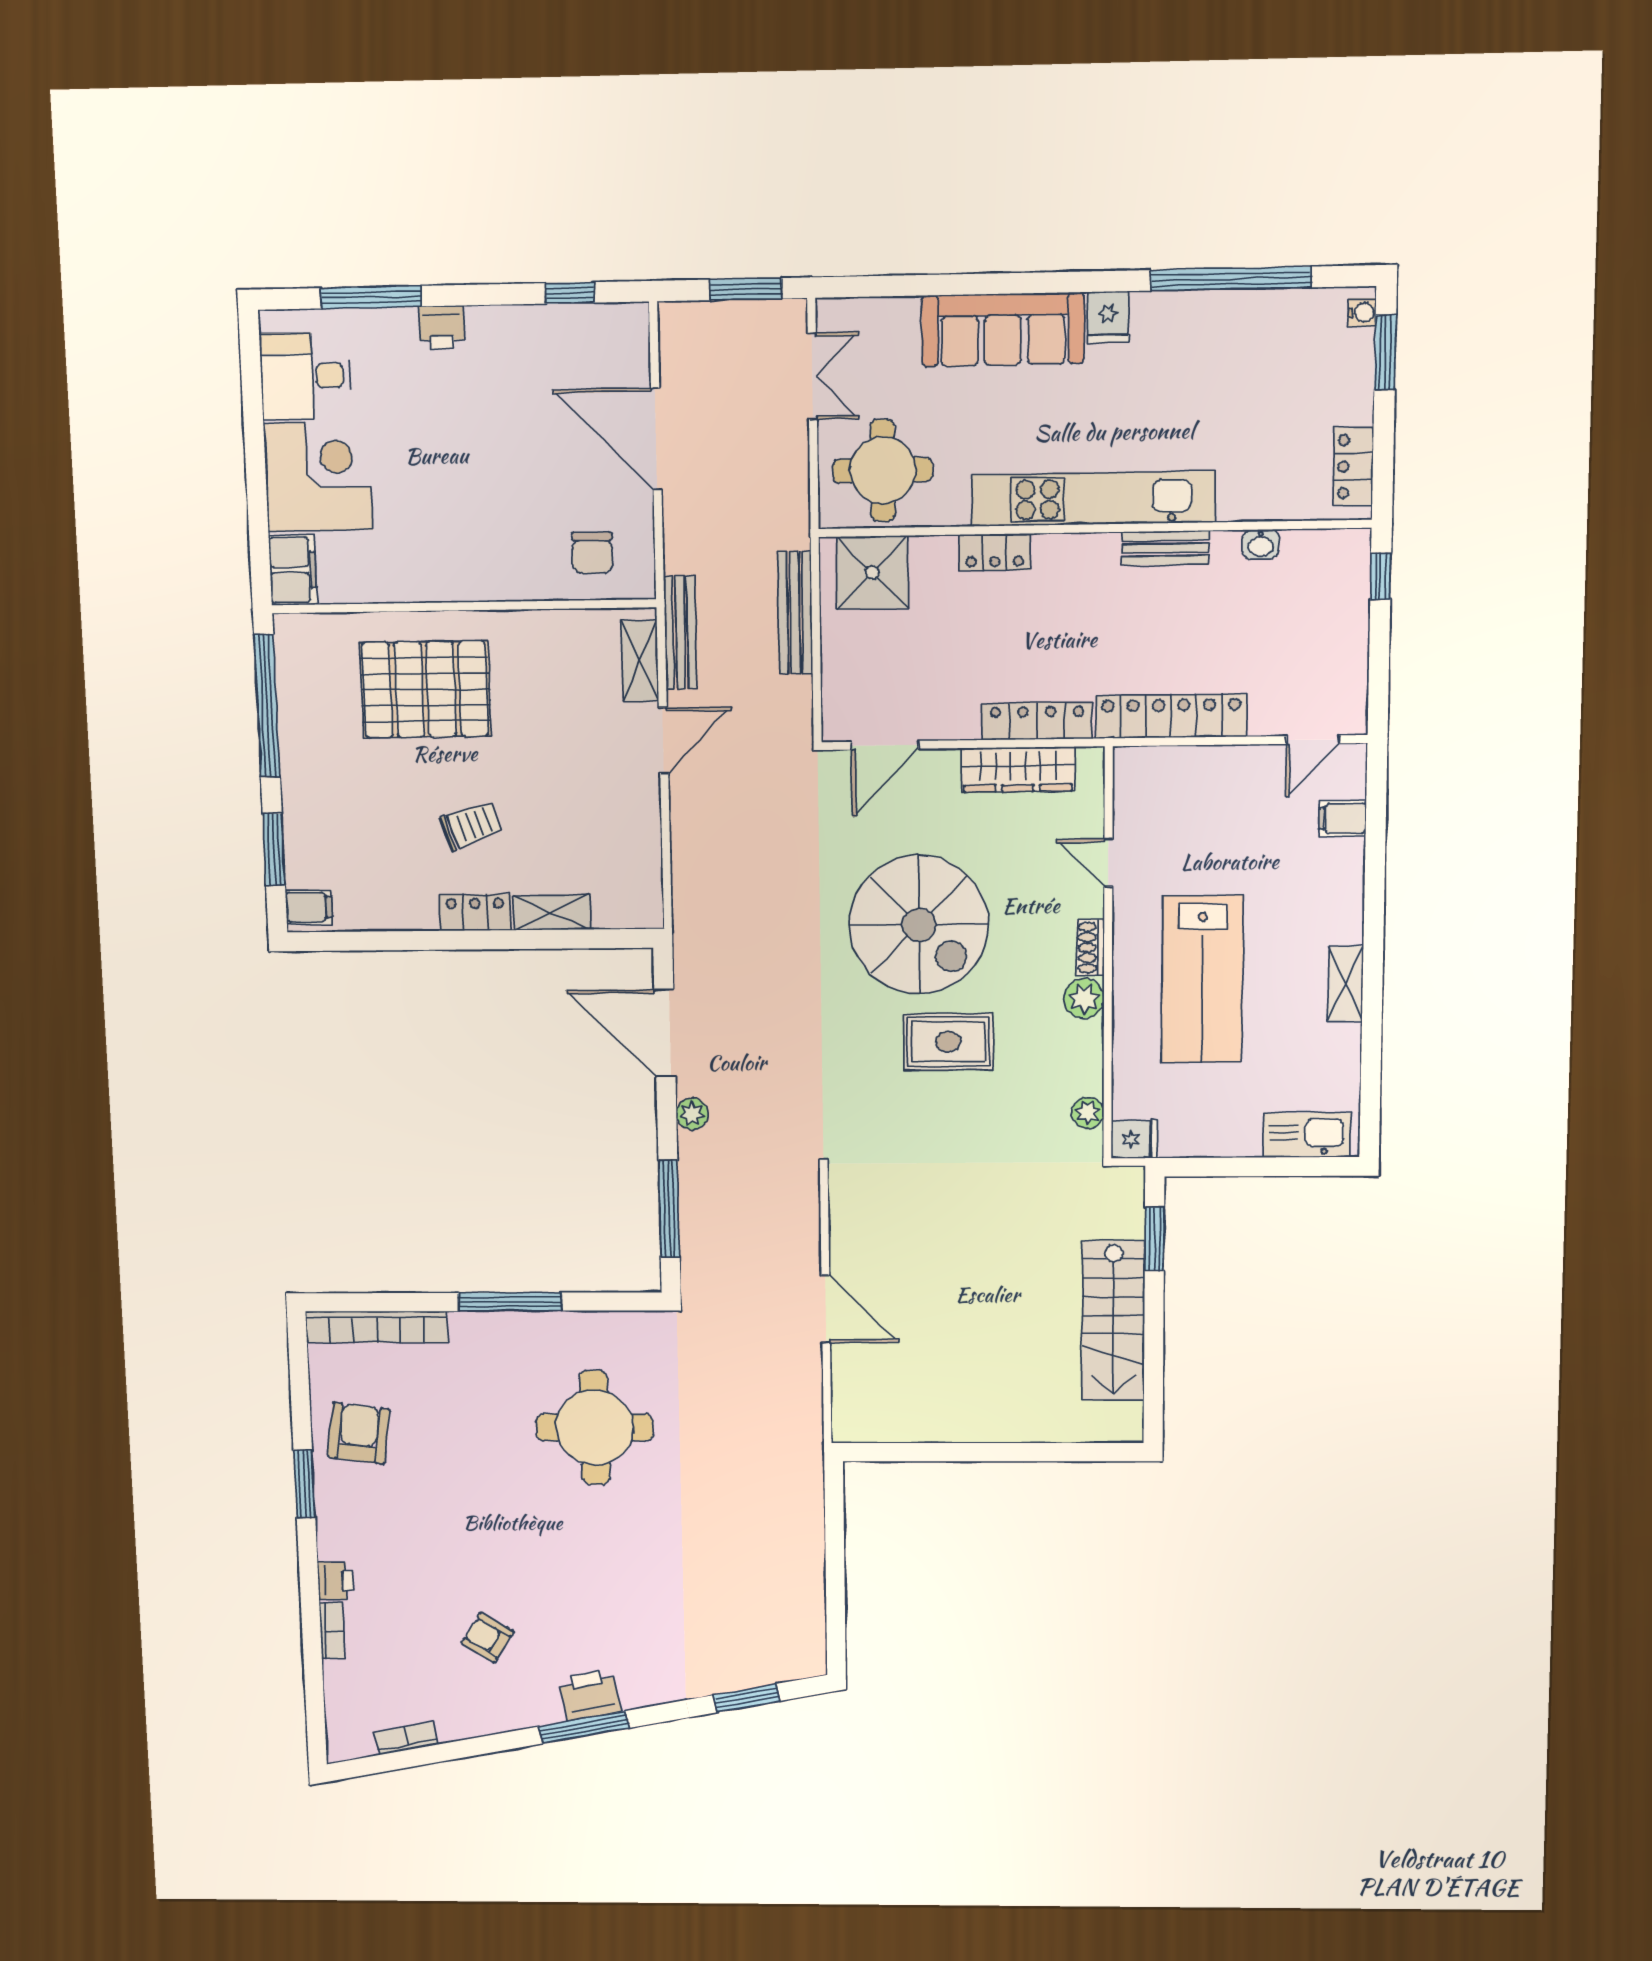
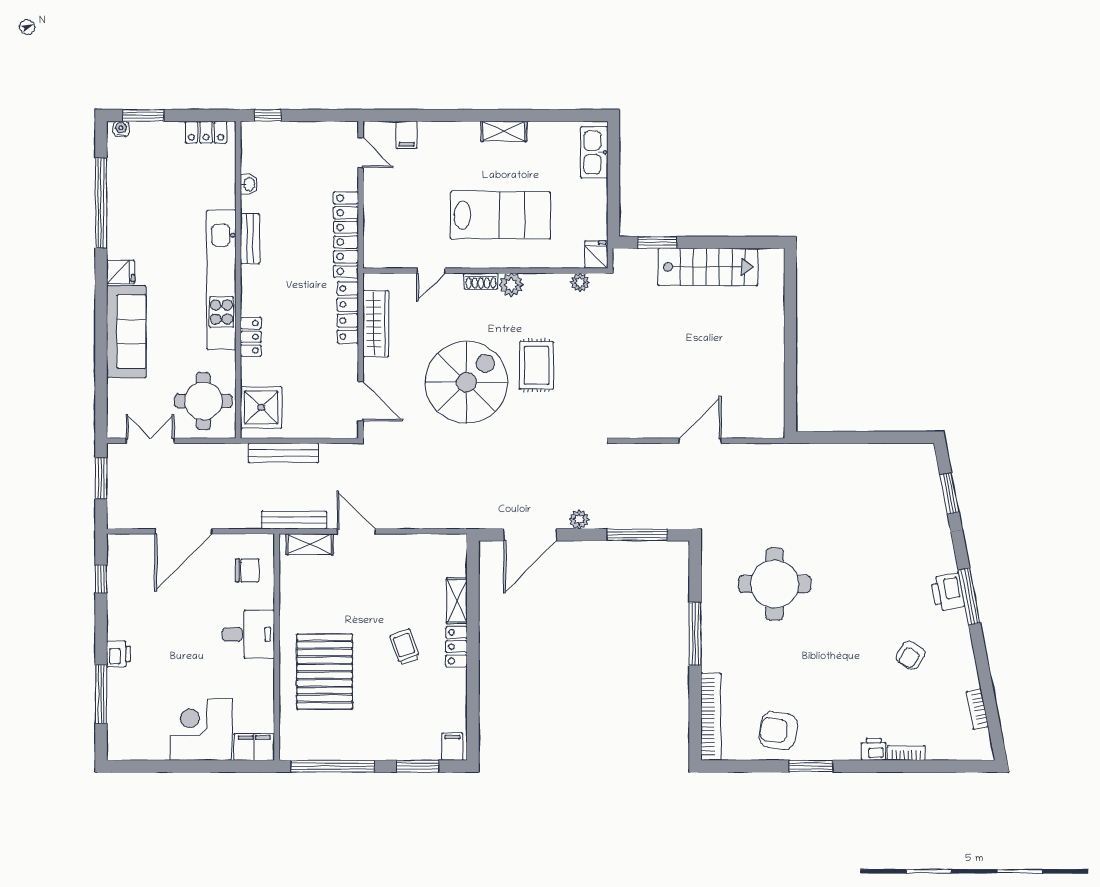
desk: (305, 376) -> (248, 634), moved, turned -90

